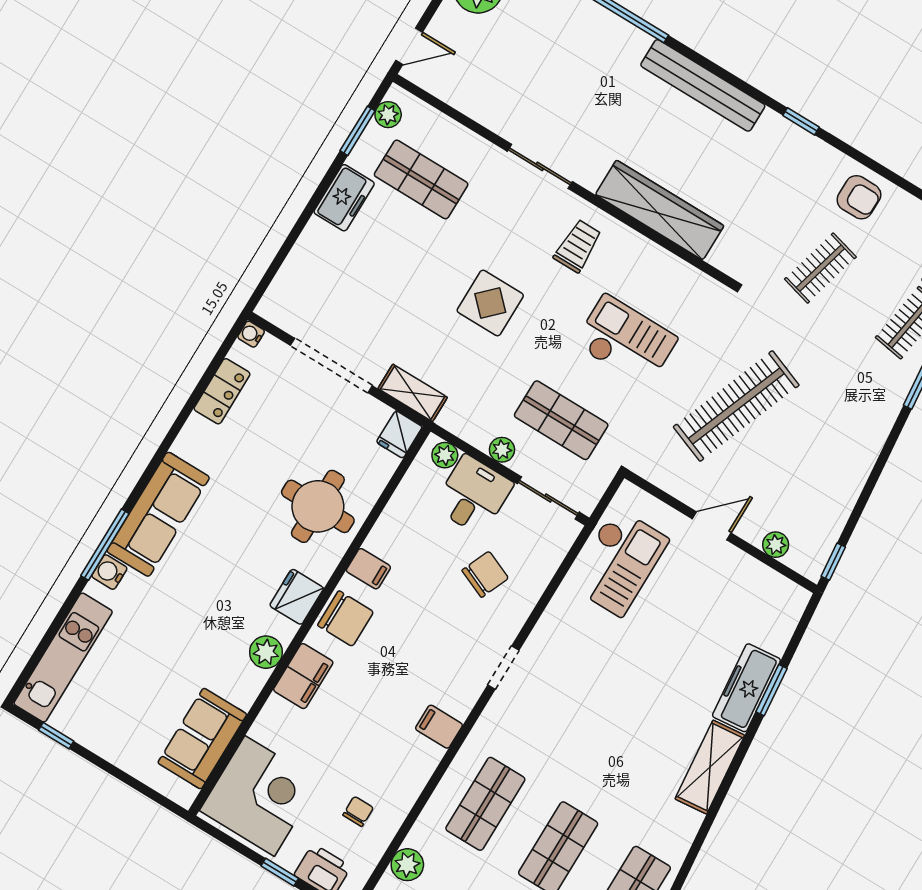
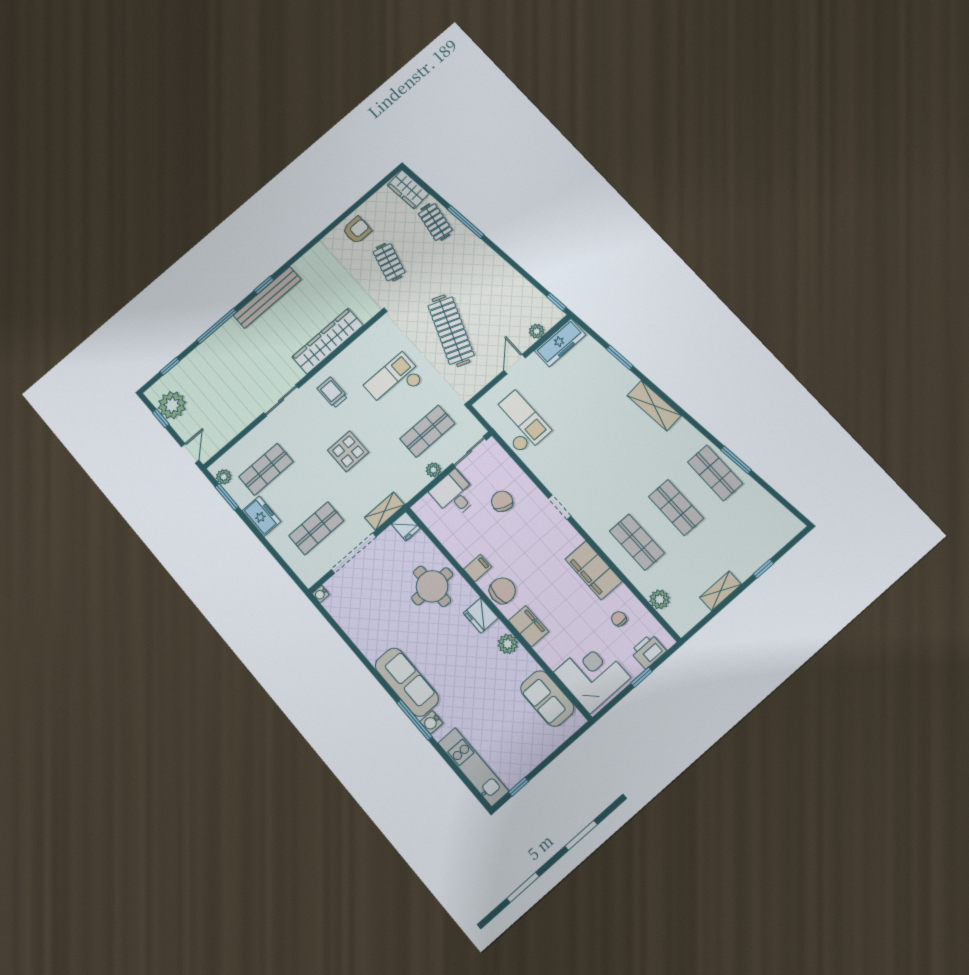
window: (801, 121) -> (264, 285), moved
shop shelf: (352, 293) -> (316, 528), added
locker: (222, 391) -> (348, 621), removed
plant: (445, 455) -> (426, 504), removed
freezer: (746, 688) -> (560, 343), moved, turned -84
filing cabinet: (439, 727) -> (594, 570), width x3.00, depth x1.17

